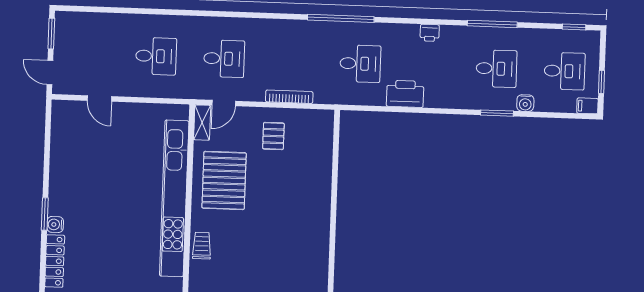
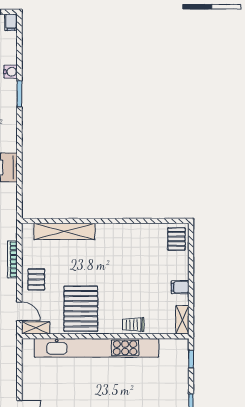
pallet: (273, 136) -> (36, 279), moved, turned 90
shelving: (322, 163) -> (64, 231), added
pallet: (224, 180) -> (81, 309), turned 90

